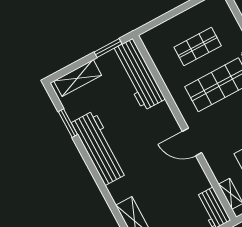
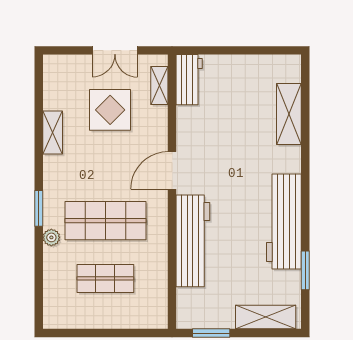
workbench: (138, 75) -> (193, 241), moved
door: (192, 142) -> (172, 170), swing flipped

